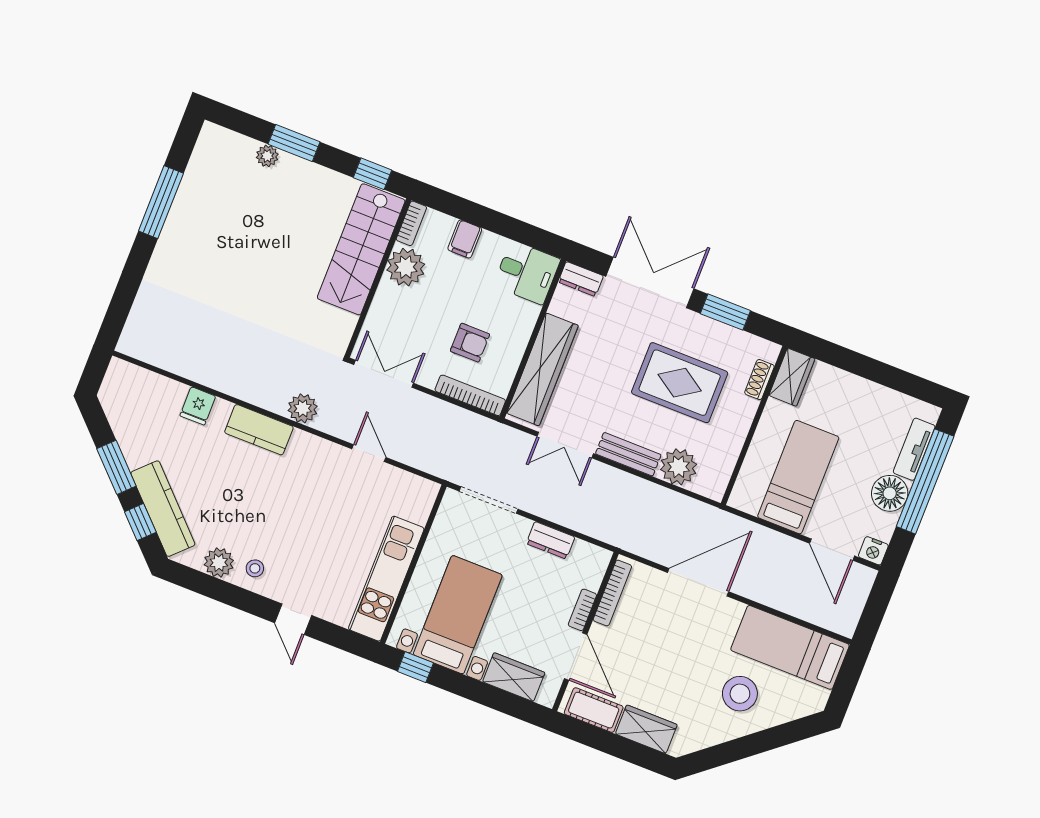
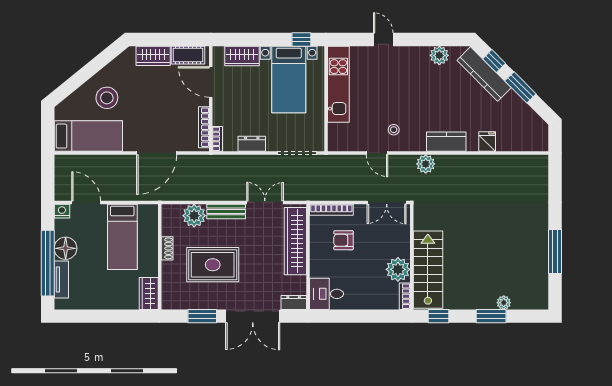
filing cabinet: (465, 239) -> (370, 299), removed
shoe rack: (759, 380) -> (167, 248), moved
stool: (255, 568) -> (394, 130), moved
bookcase: (582, 610) -> (217, 139), moved

